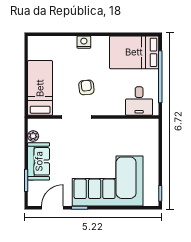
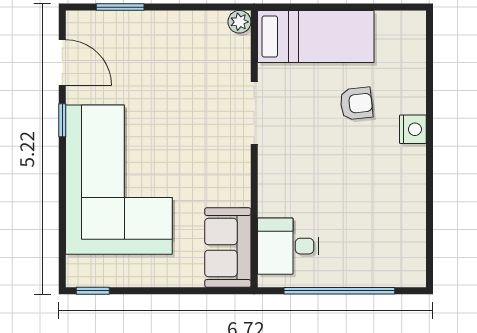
bed: (134, 52) -> (391, 236), removed
armchair: (86, 87) -> (356, 104), moved
plant: (33, 136) -> (239, 22), moved
sofa: (39, 161) -> (228, 247), moved, turned 90

